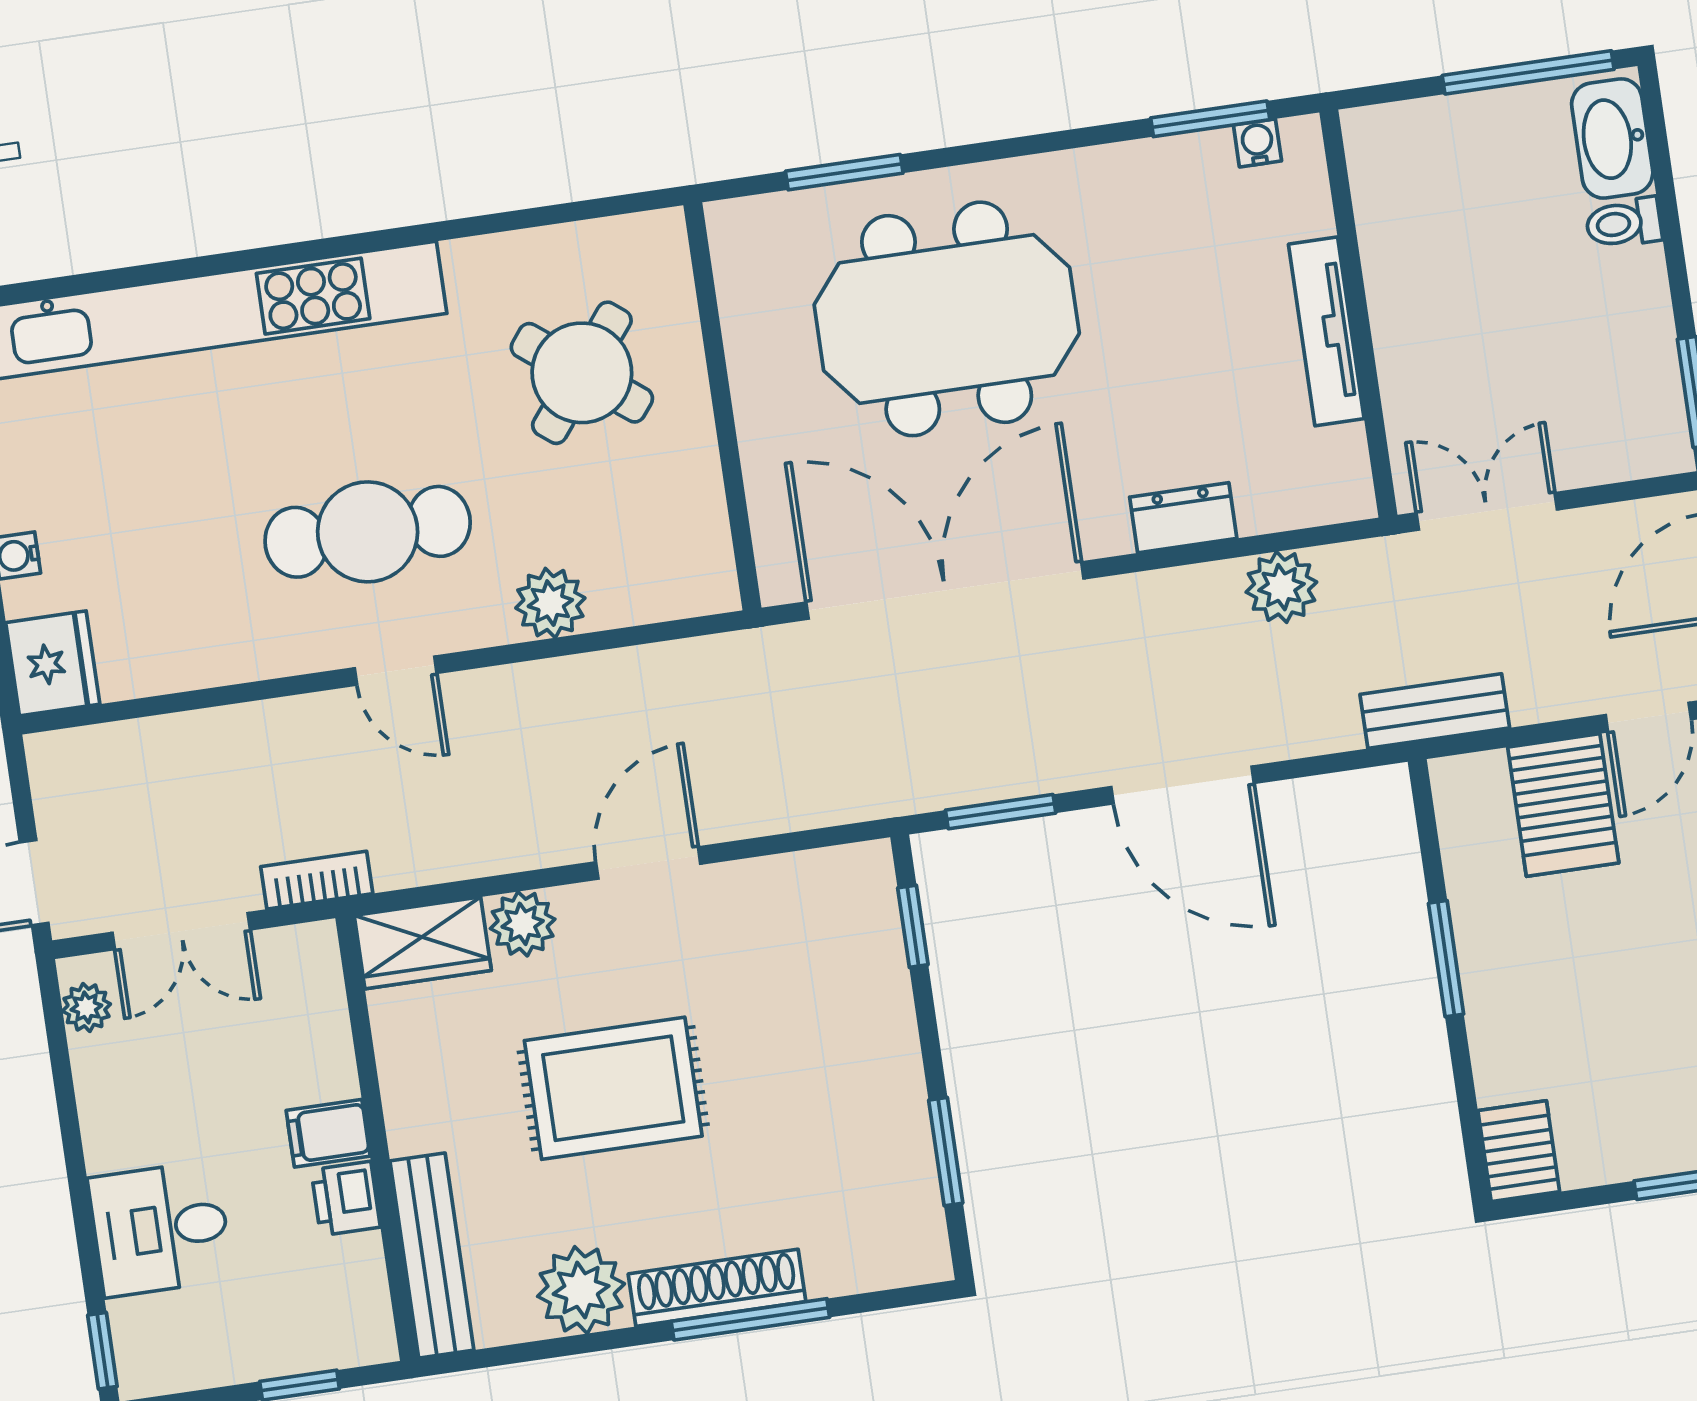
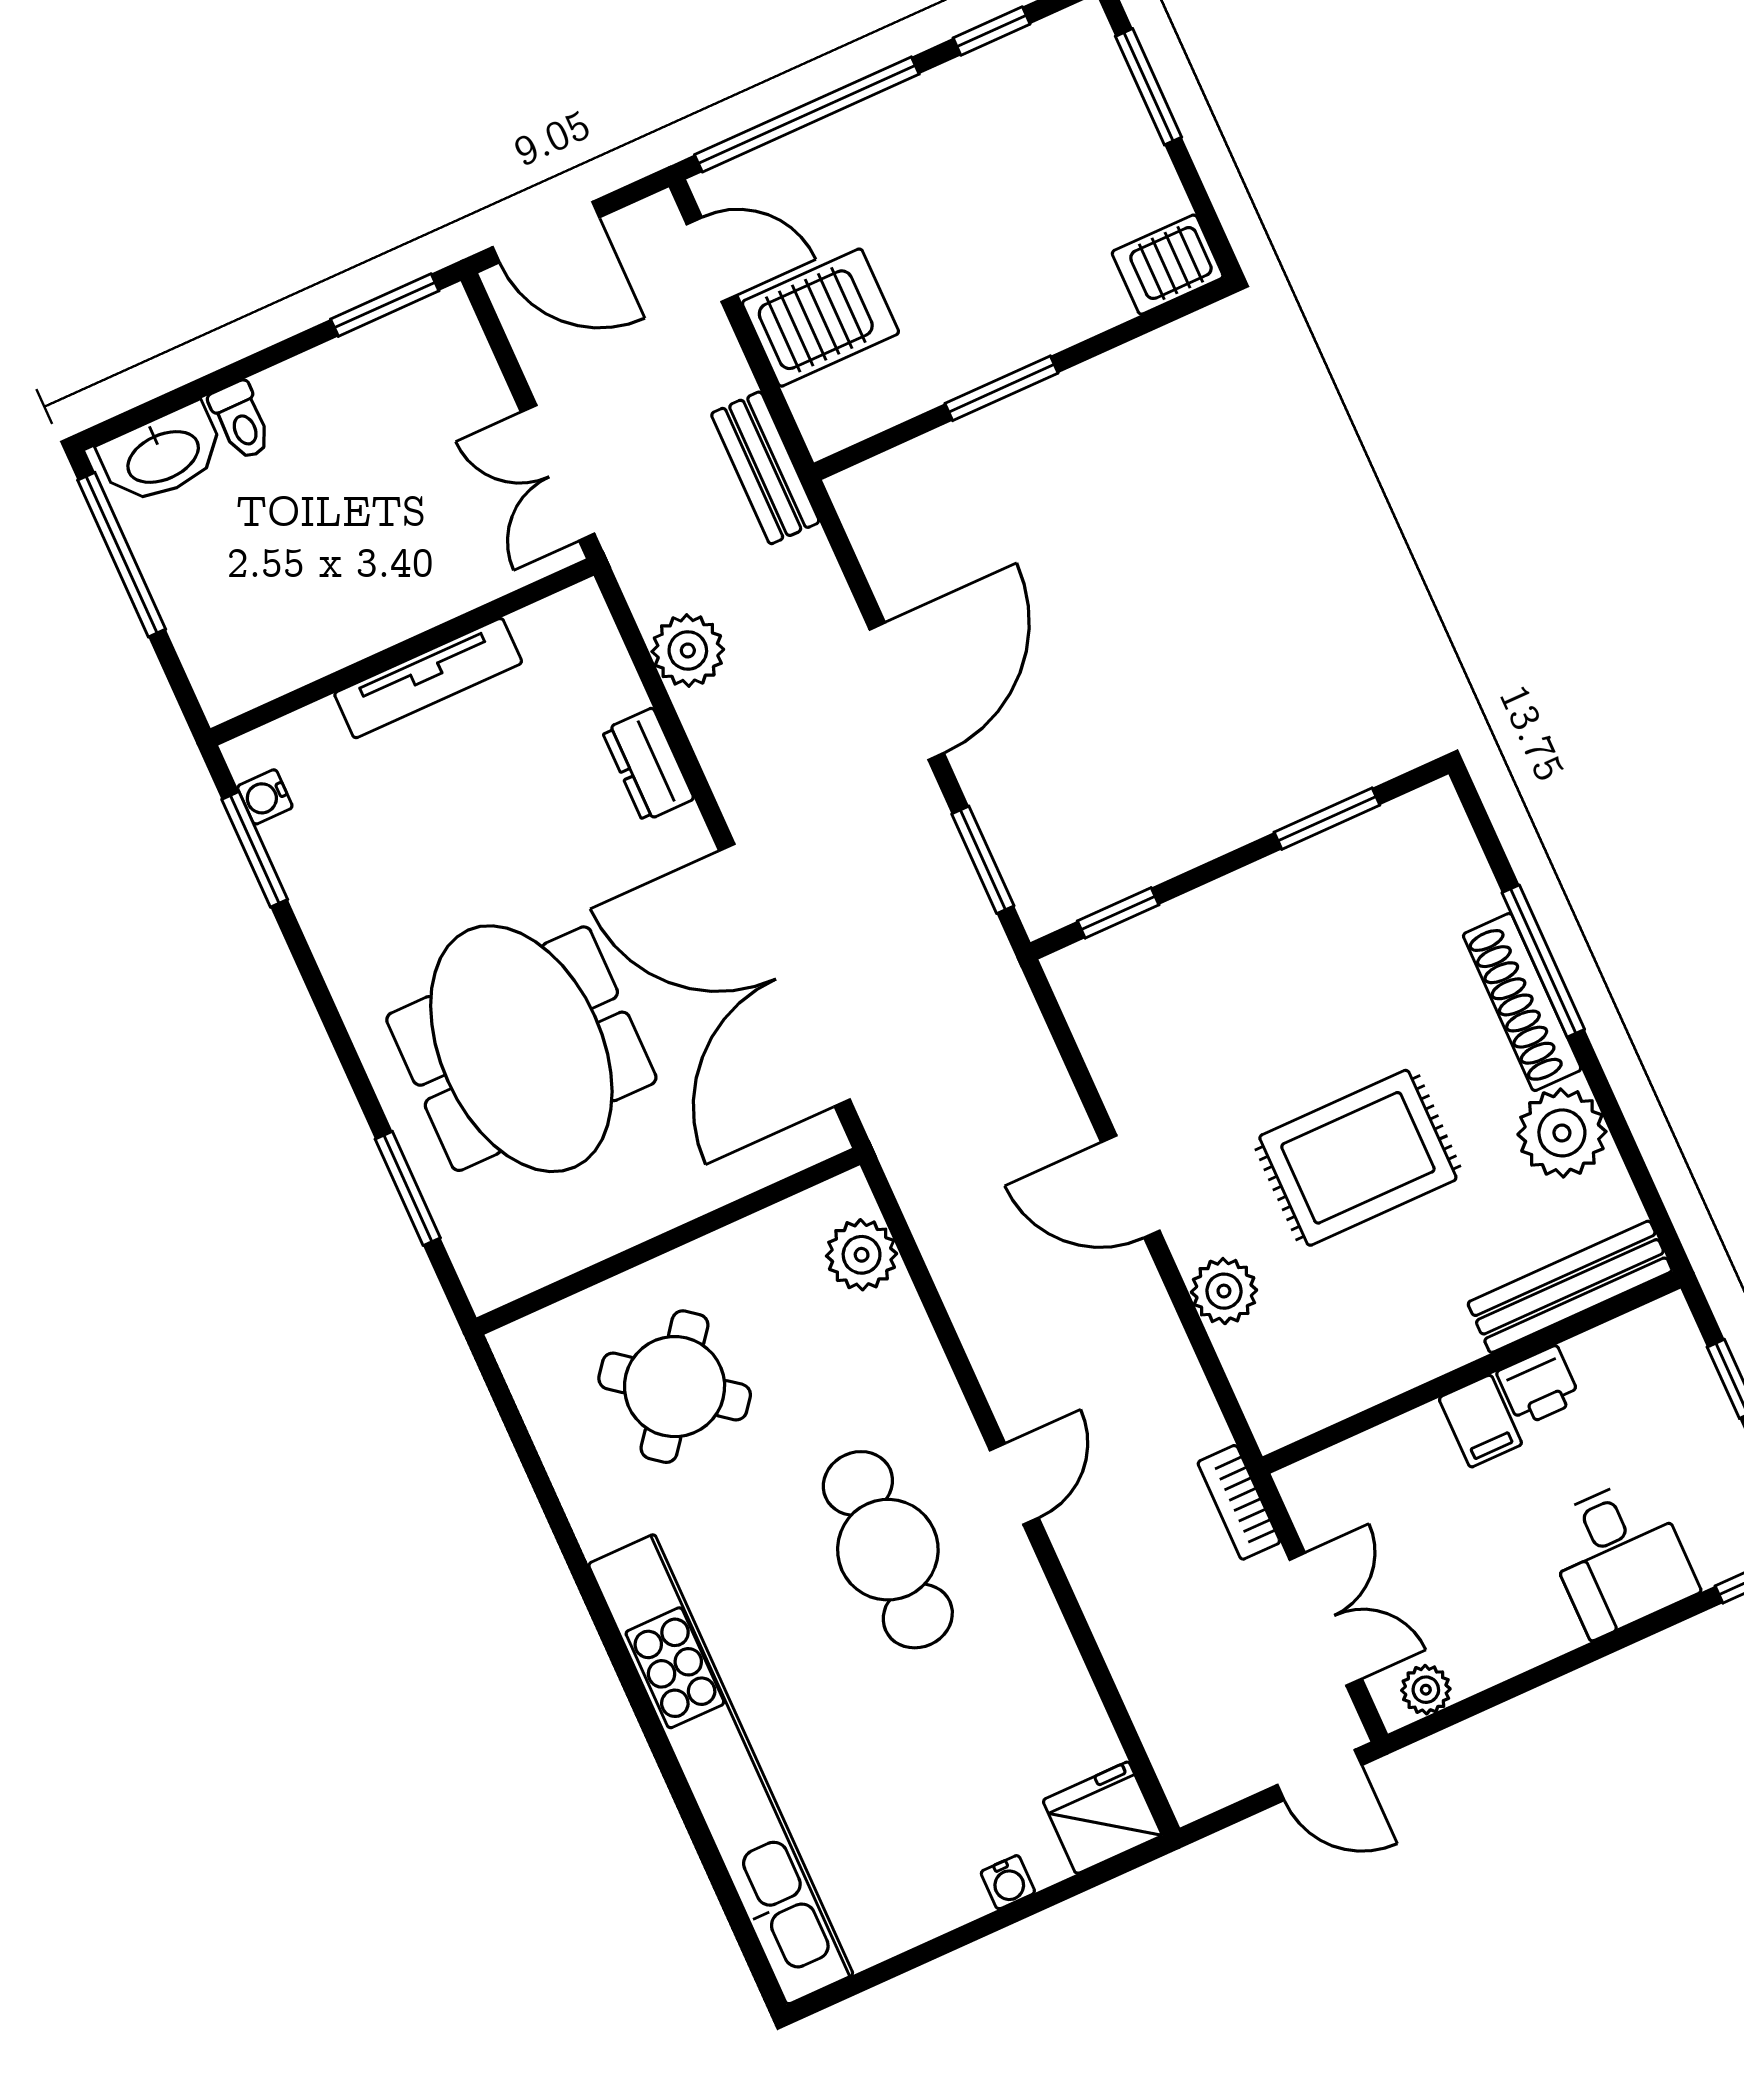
plant: (550, 603) -> (862, 1255), moved
wardrobe: (423, 943) -> (1270, 1382), removed
rug: (613, 1088) -> (1358, 1158), turned 90

